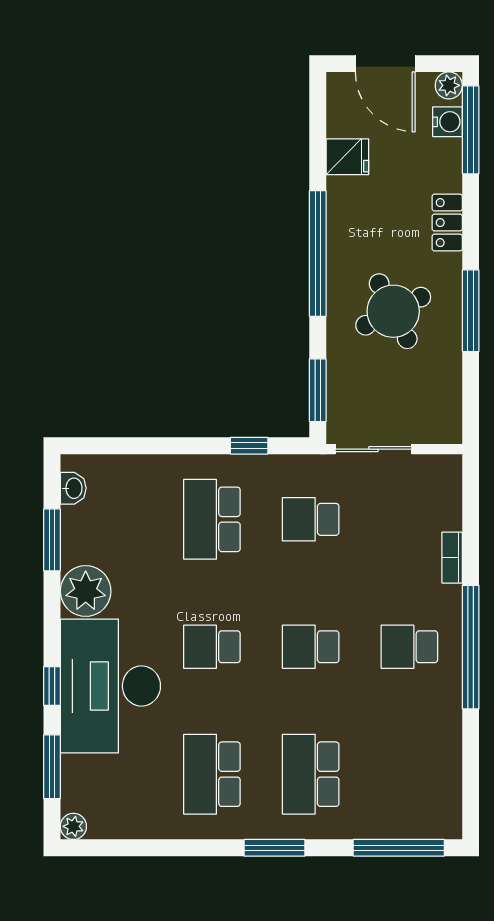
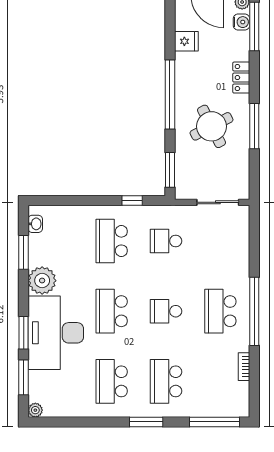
sliding door: (374, 449) -> (218, 202), moved
bookcase: (452, 558) -> (244, 367), moved
school desk: (212, 647) -> (112, 311), width x1.85
school desk: (409, 647) -> (220, 311), width x1.85
window: (52, 686) -> (24, 333), width x1.50

